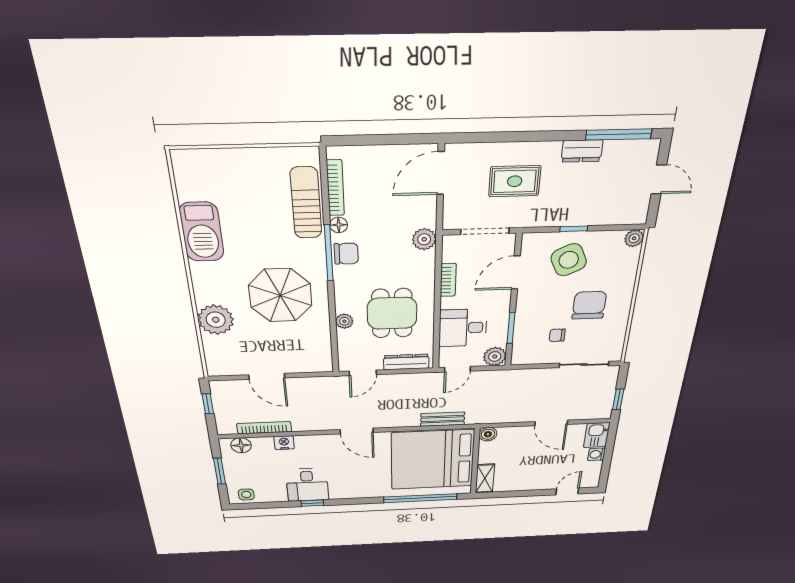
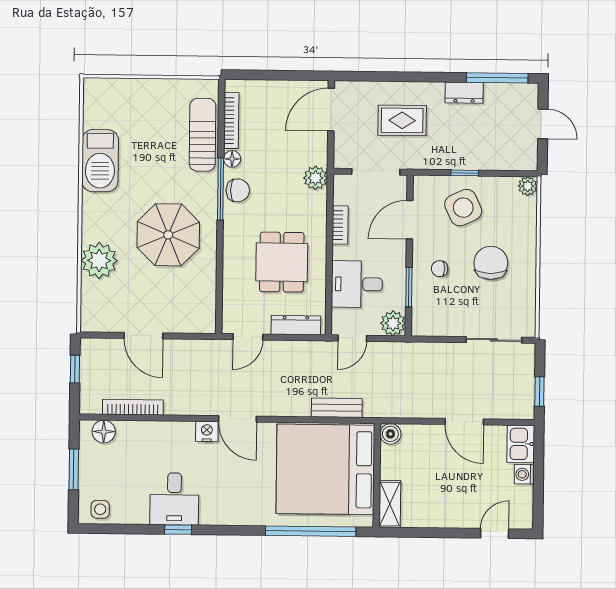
plant: (344, 321) -> (232, 269), removed
chair: (557, 335) -> (440, 269), moved
nightstand: (284, 443) -> (207, 431), moved

